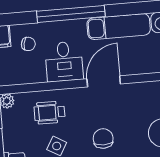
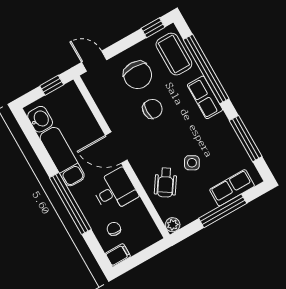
wheelchair: (49, 113) -> (166, 183), turned 33
chair: (103, 139) -> (152, 109), moved, turned 180

